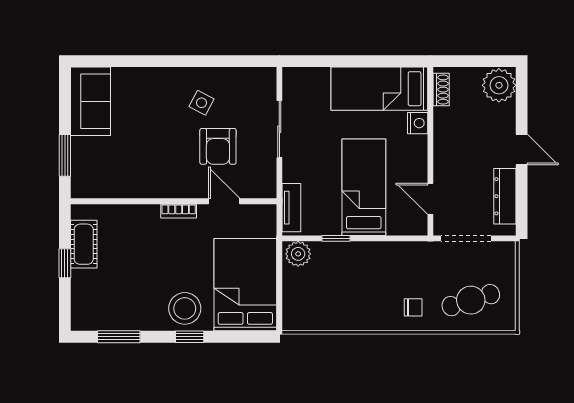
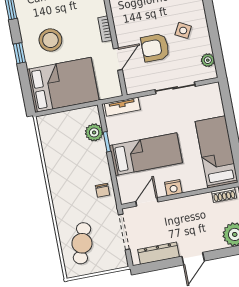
plant: (249, 76) -> (208, 60), added
nightstand: (418, 123) -> (173, 188), moved
plant: (298, 254) -> (94, 132), moved
cafe table: (471, 300) -> (82, 243), turned 34
chair: (413, 307) -> (102, 190), moved
stool: (185, 308) -> (50, 40), moved

